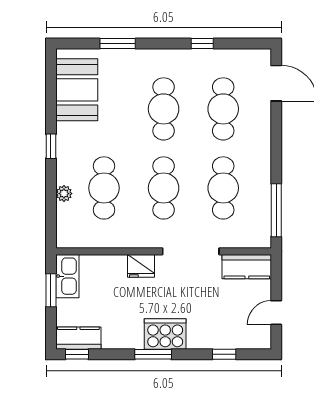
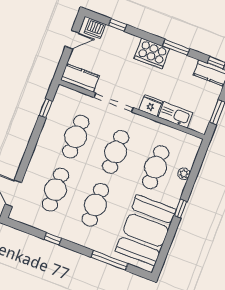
window: (118, 44) -> (109, 260), width x1.44
booth: (77, 90) -> (146, 230), width x1.36, depth x1.42
window: (276, 210) -> (46, 108), width x0.46
kitchen sink: (67, 276) -> (175, 115), moved, turned 90
dishwasher: (252, 338) -> (95, 29), added
window: (153, 354) -> (176, 47), moved

